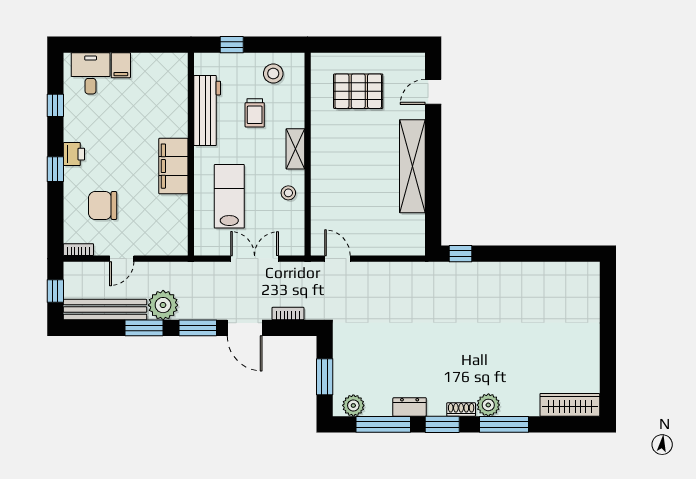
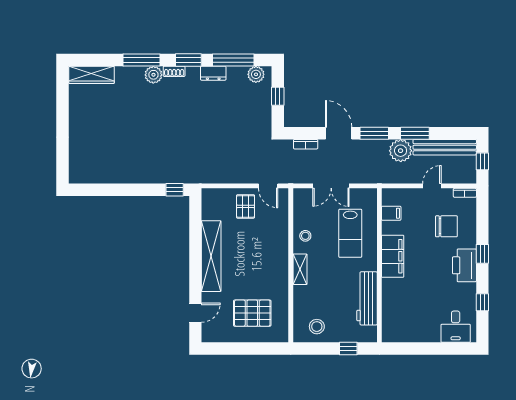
filing cabinet: (121, 65) -> (391, 213), moved, turned 90
trolley: (255, 113) -> (331, 297), removed
printer: (74, 154) -> (464, 265), width x1.87, depth x1.48
pallet: (367, 232) -> (246, 206), added
window: (325, 377) -> (278, 96), width x0.67

